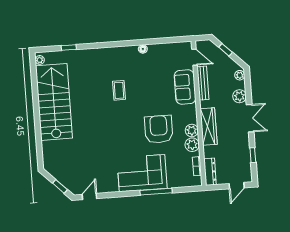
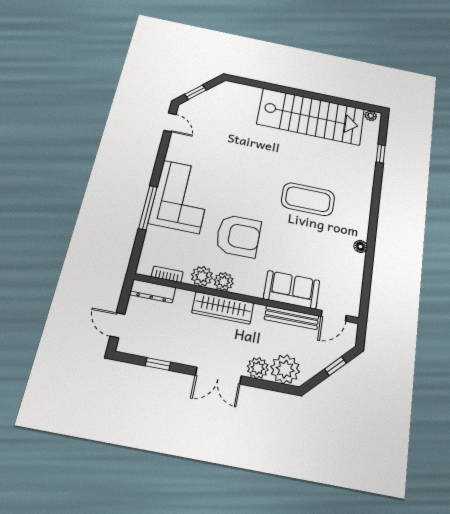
plant: (240, 75) -> (285, 369), width x1.87, depth x1.87
coffee table: (119, 90) -> (308, 199), width x1.86, depth x1.72

